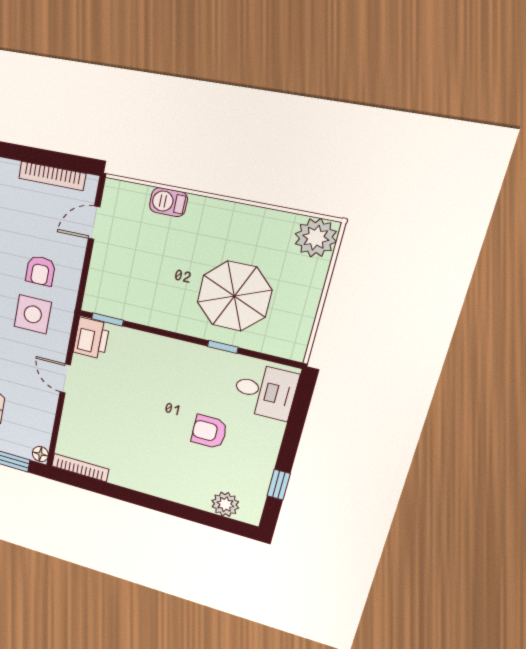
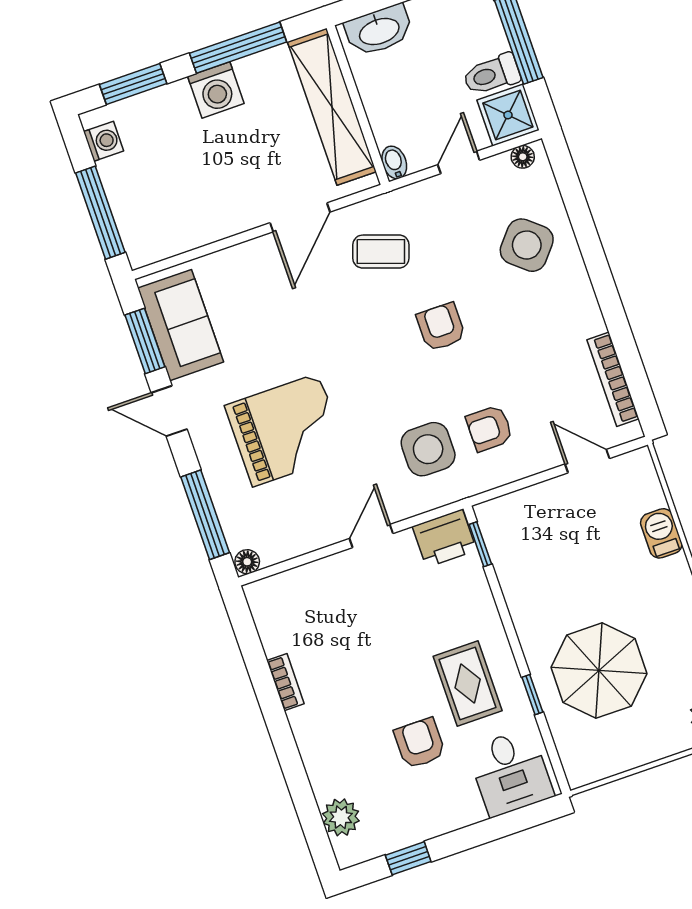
rug: (190, 381) -> (468, 683), added
bookcase: (80, 468) -> (285, 682), moved, width x0.64

